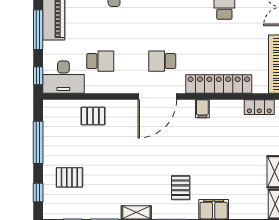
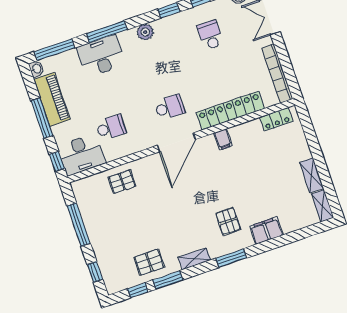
school desk: (162, 61) -> (170, 107), turned 180
pallet: (69, 177) -> (149, 262), moved

